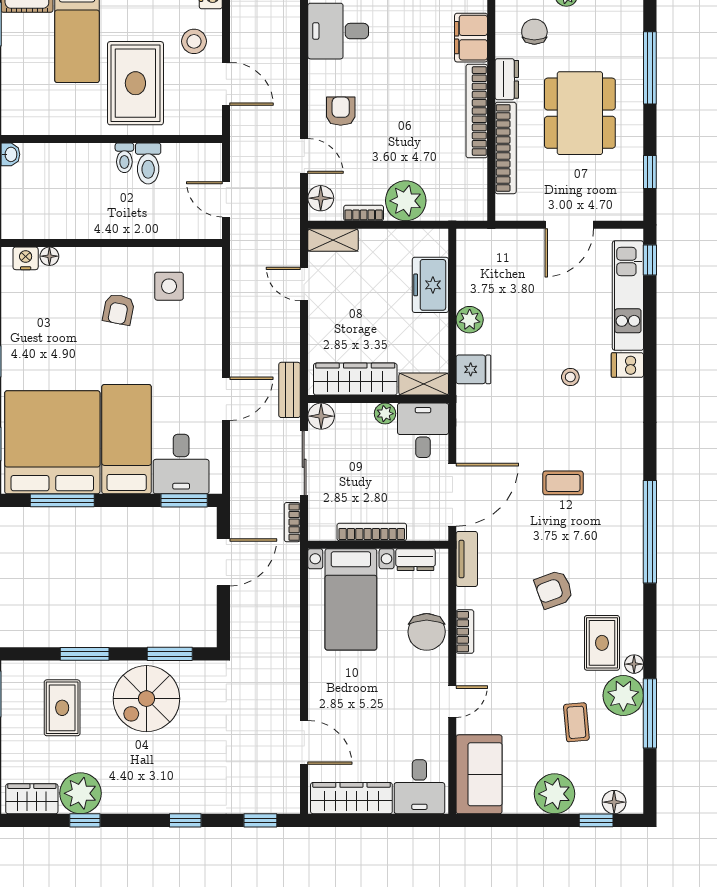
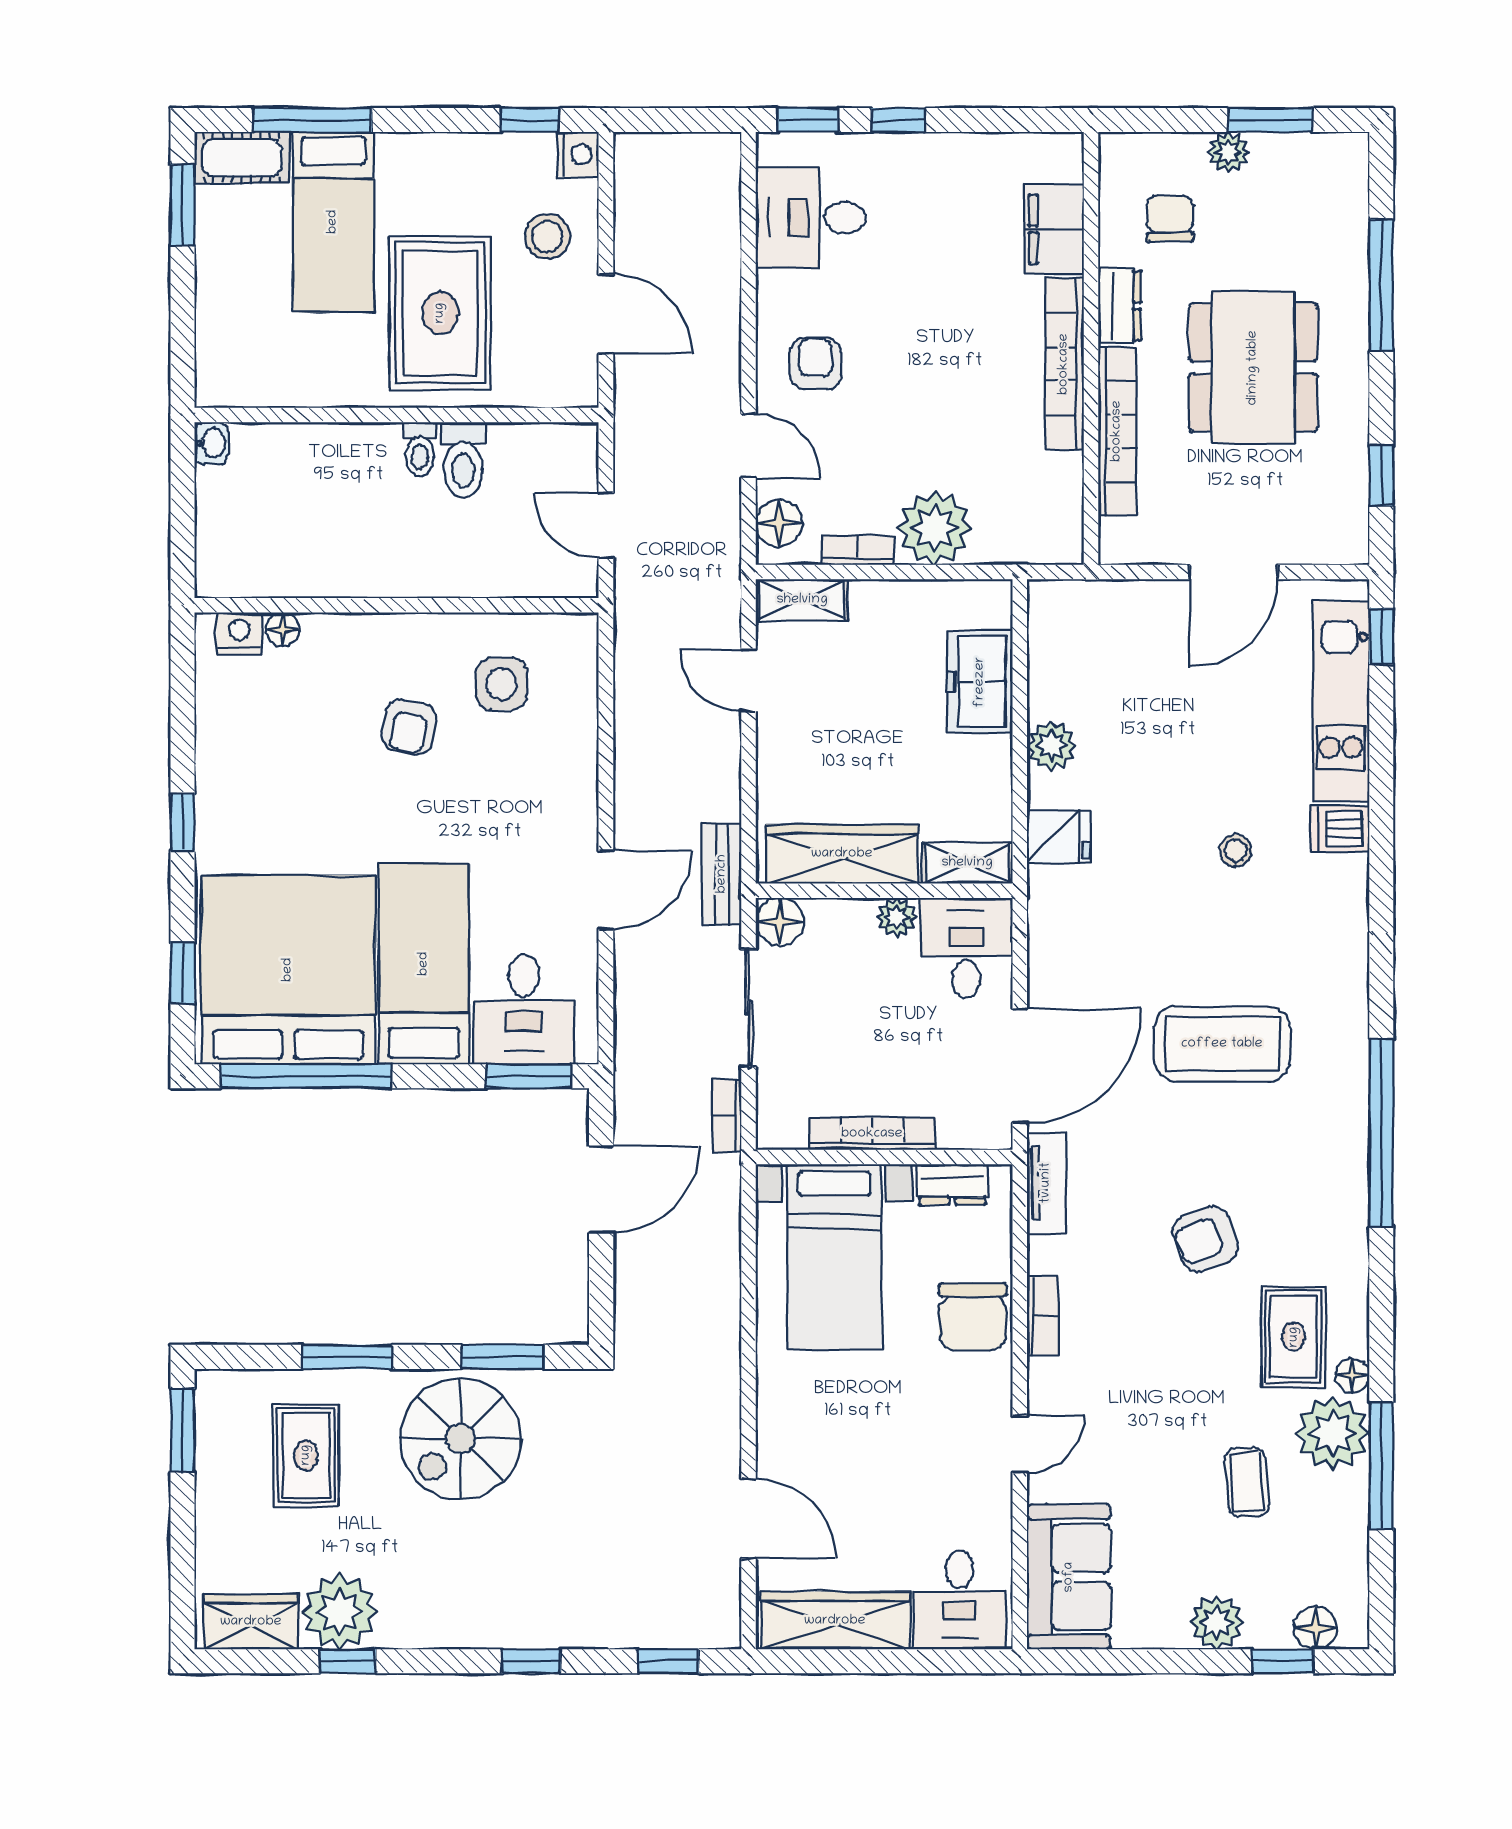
coffee table: (563, 483) -> (1222, 1044), width x1.86, depth x1.72
window: (62, 500) -> (306, 1076), width x1.46
plant: (555, 794) -> (1217, 1622), width x0.73, depth x0.73

